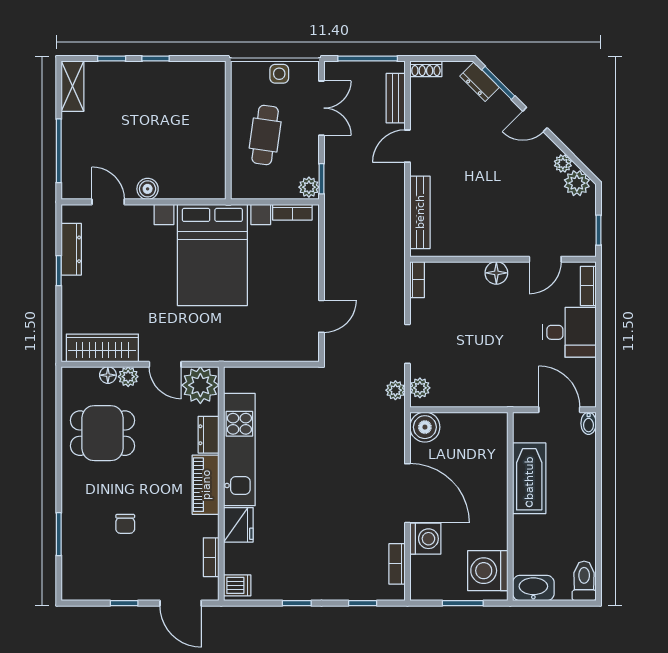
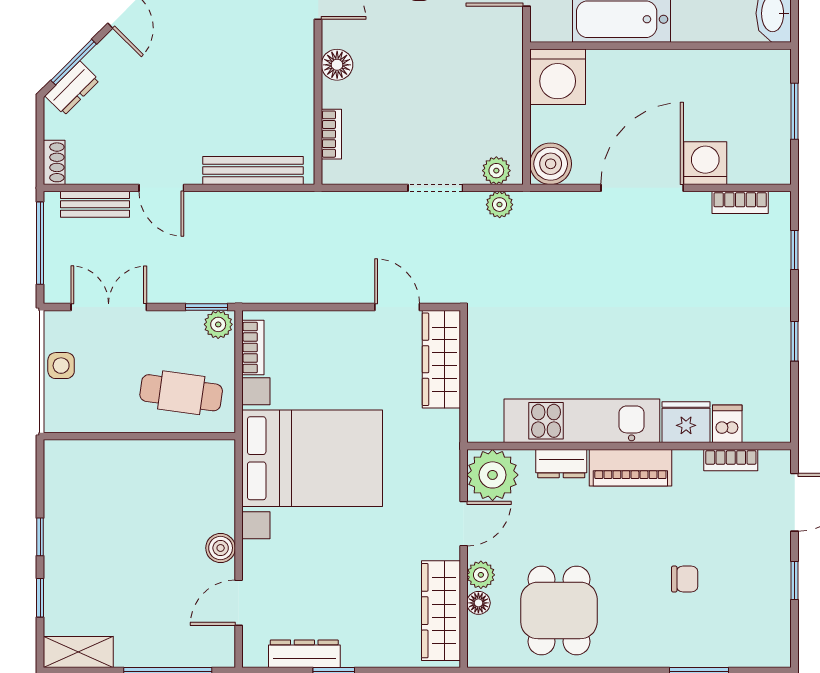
cafe table: (265, 135) -> (181, 393), moved
bookcase: (417, 280) -> (331, 134), moved, turned 90
wardrobe: (284, 348) -> (441, 359), added
washing machine: (488, 571) -> (558, 77), moved
dishwasher: (237, 585) -> (727, 424), moved

